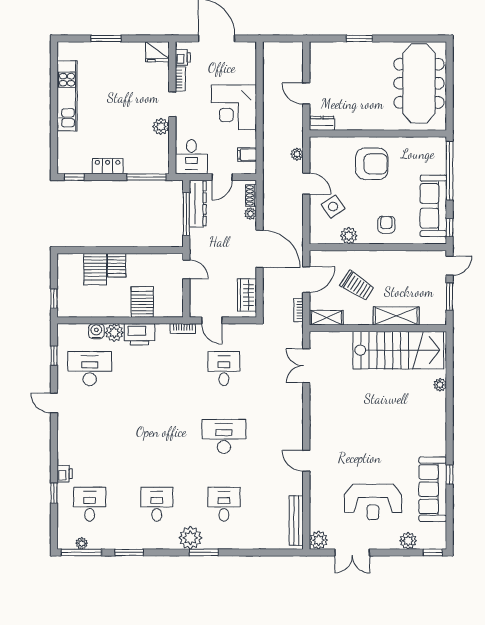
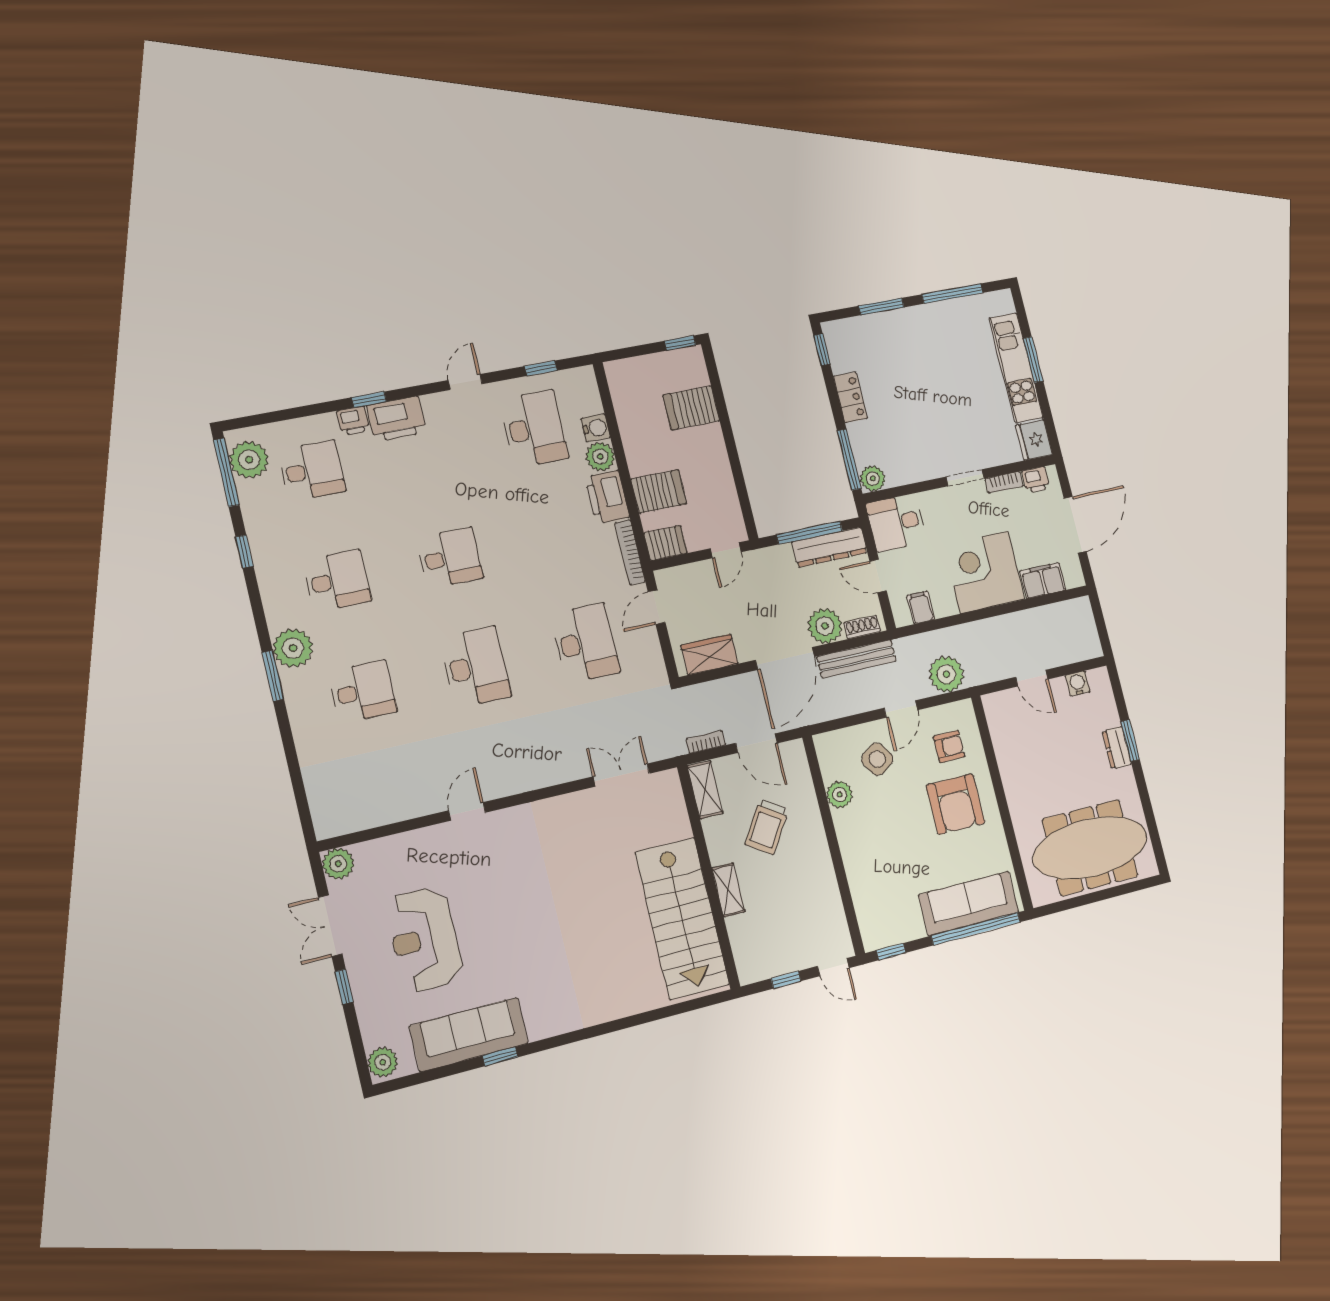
water cooler: (316, 64) -> (1078, 684), added
filing cabinet: (247, 70) -> (1043, 581), added
window: (54, 82) -> (952, 294), added
door: (306, 93) -> (1032, 678), swing flipped
kitchen unit: (67, 96) -> (1016, 368), moved, turned 90
dresser: (322, 123) -> (1117, 748), moved, turned 180
plant: (161, 127) -> (873, 478), moved
window: (54, 131) -> (881, 307), added
plant: (297, 154) -> (946, 674), width x1.87, depth x1.87
sofa: (433, 206) -> (969, 904), moved
plant: (251, 214) -> (825, 626), width x1.88, depth x1.88
armchair: (386, 225) -> (949, 747), moved
server rack: (117, 265) -> (666, 543), moved, turned 180
window: (450, 297) -> (786, 980), width x0.67
window: (54, 298) -> (680, 343), moved
shelving: (396, 316) -> (728, 890), width x0.67, depth x0.75
bookcase: (183, 329) -> (630, 552), width x1.56
desk: (224, 369) -> (585, 643), width x1.37
plant: (440, 385) -> (643, 1001), removed
desk: (157, 436) -> (450, 558), added
printer: (68, 448) -> (397, 419), added
window: (54, 493) -> (369, 400), moved
bench: (296, 521) -> (857, 659), moved
plant: (408, 541) -> (383, 1062), moved
plant: (82, 543) -> (249, 460), width x1.88, depth x1.88
window: (129, 552) -> (244, 551), width x0.67
window: (433, 552) -> (344, 987), moved

